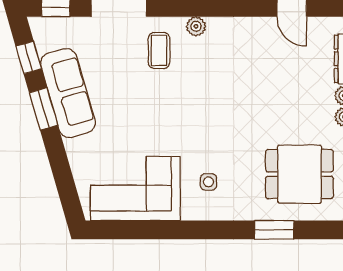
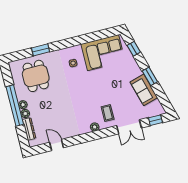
window: (29, 57) -> (134, 49), moved
sofa: (68, 93) -> (144, 90), width x0.73
dining table: (299, 174) -> (36, 76), turned 90

